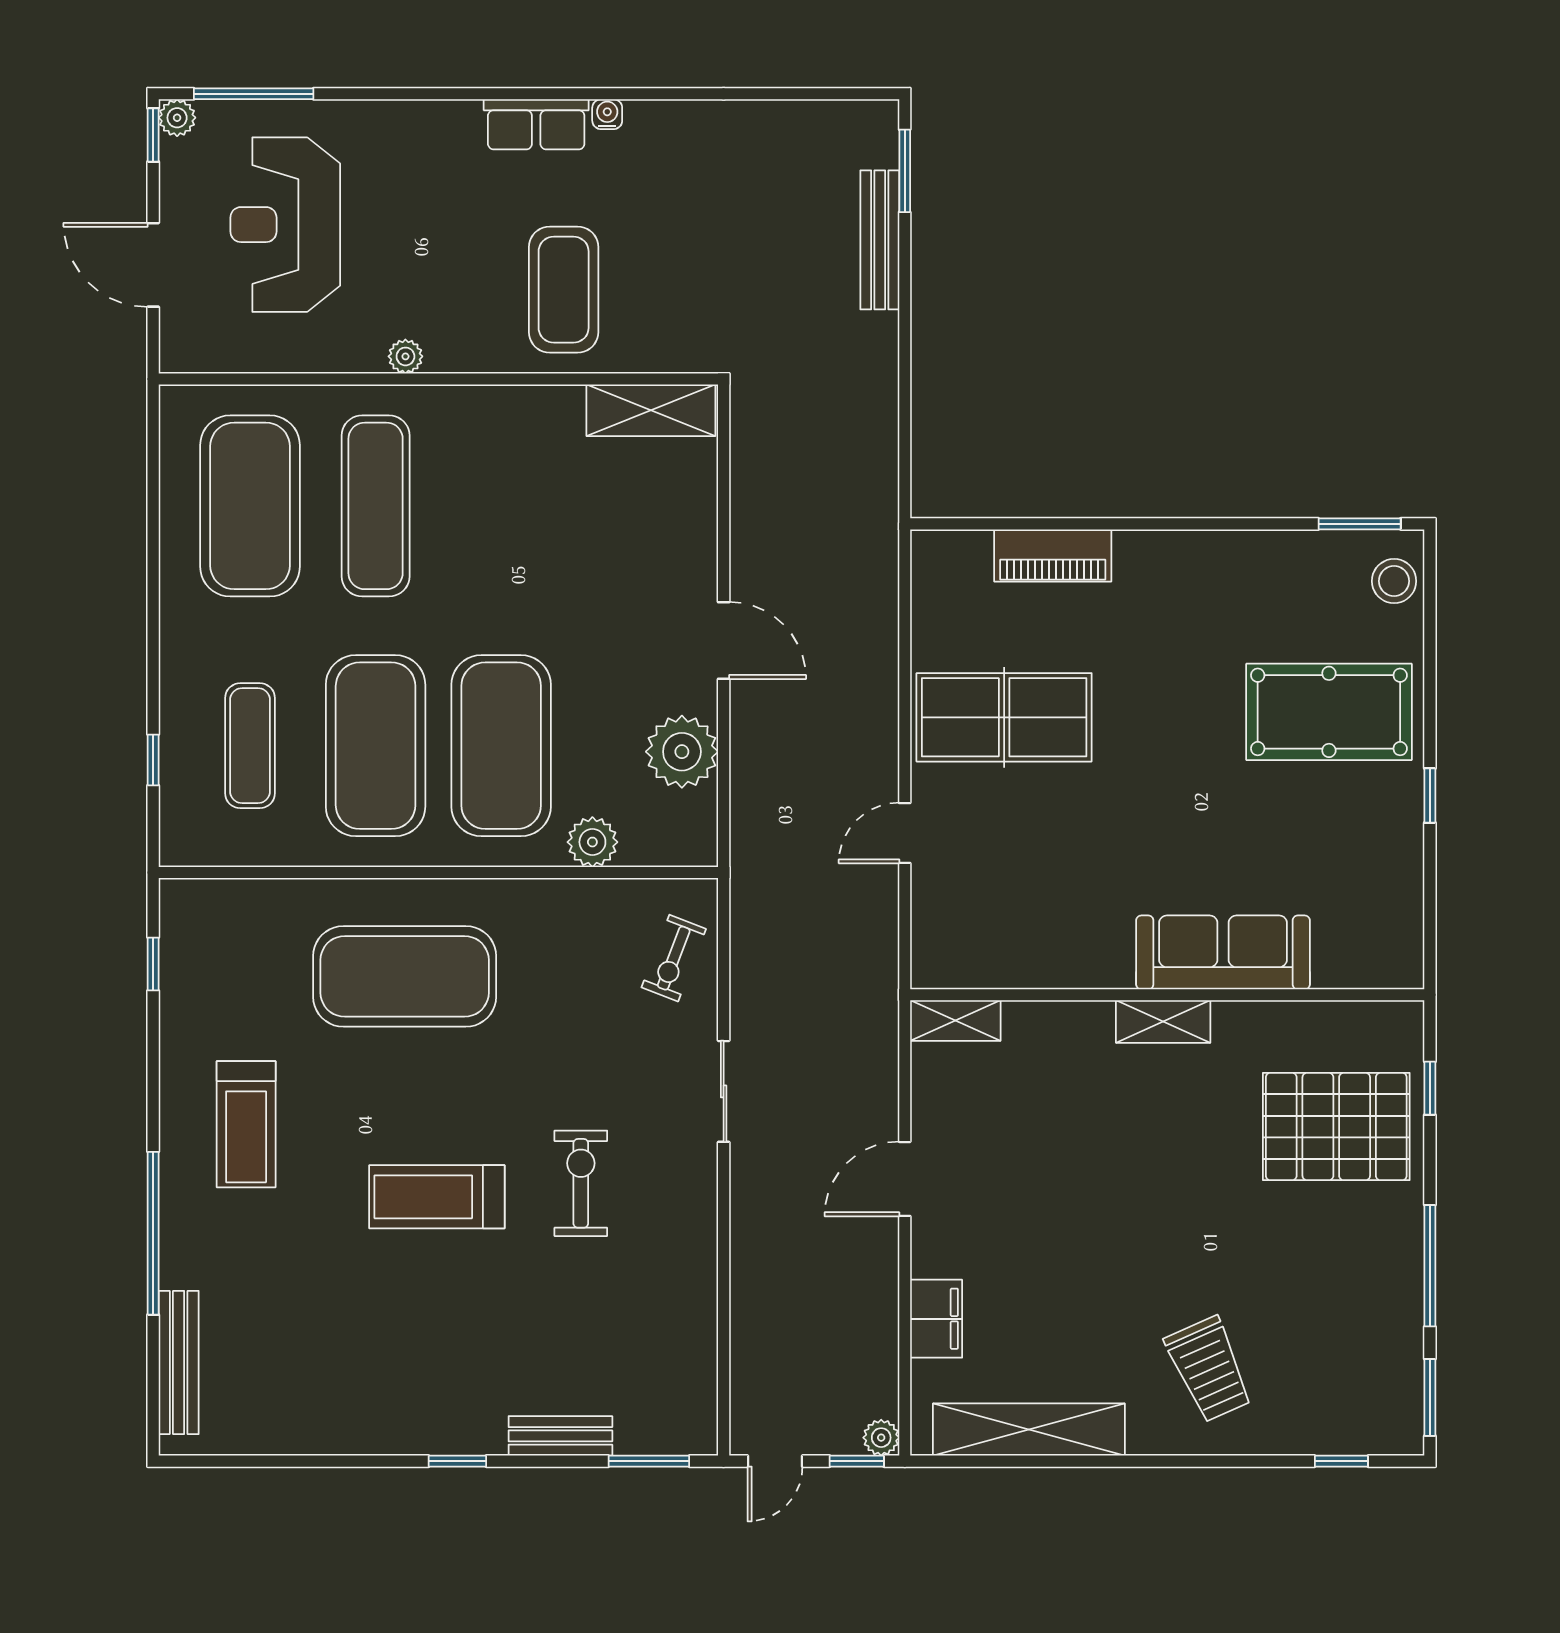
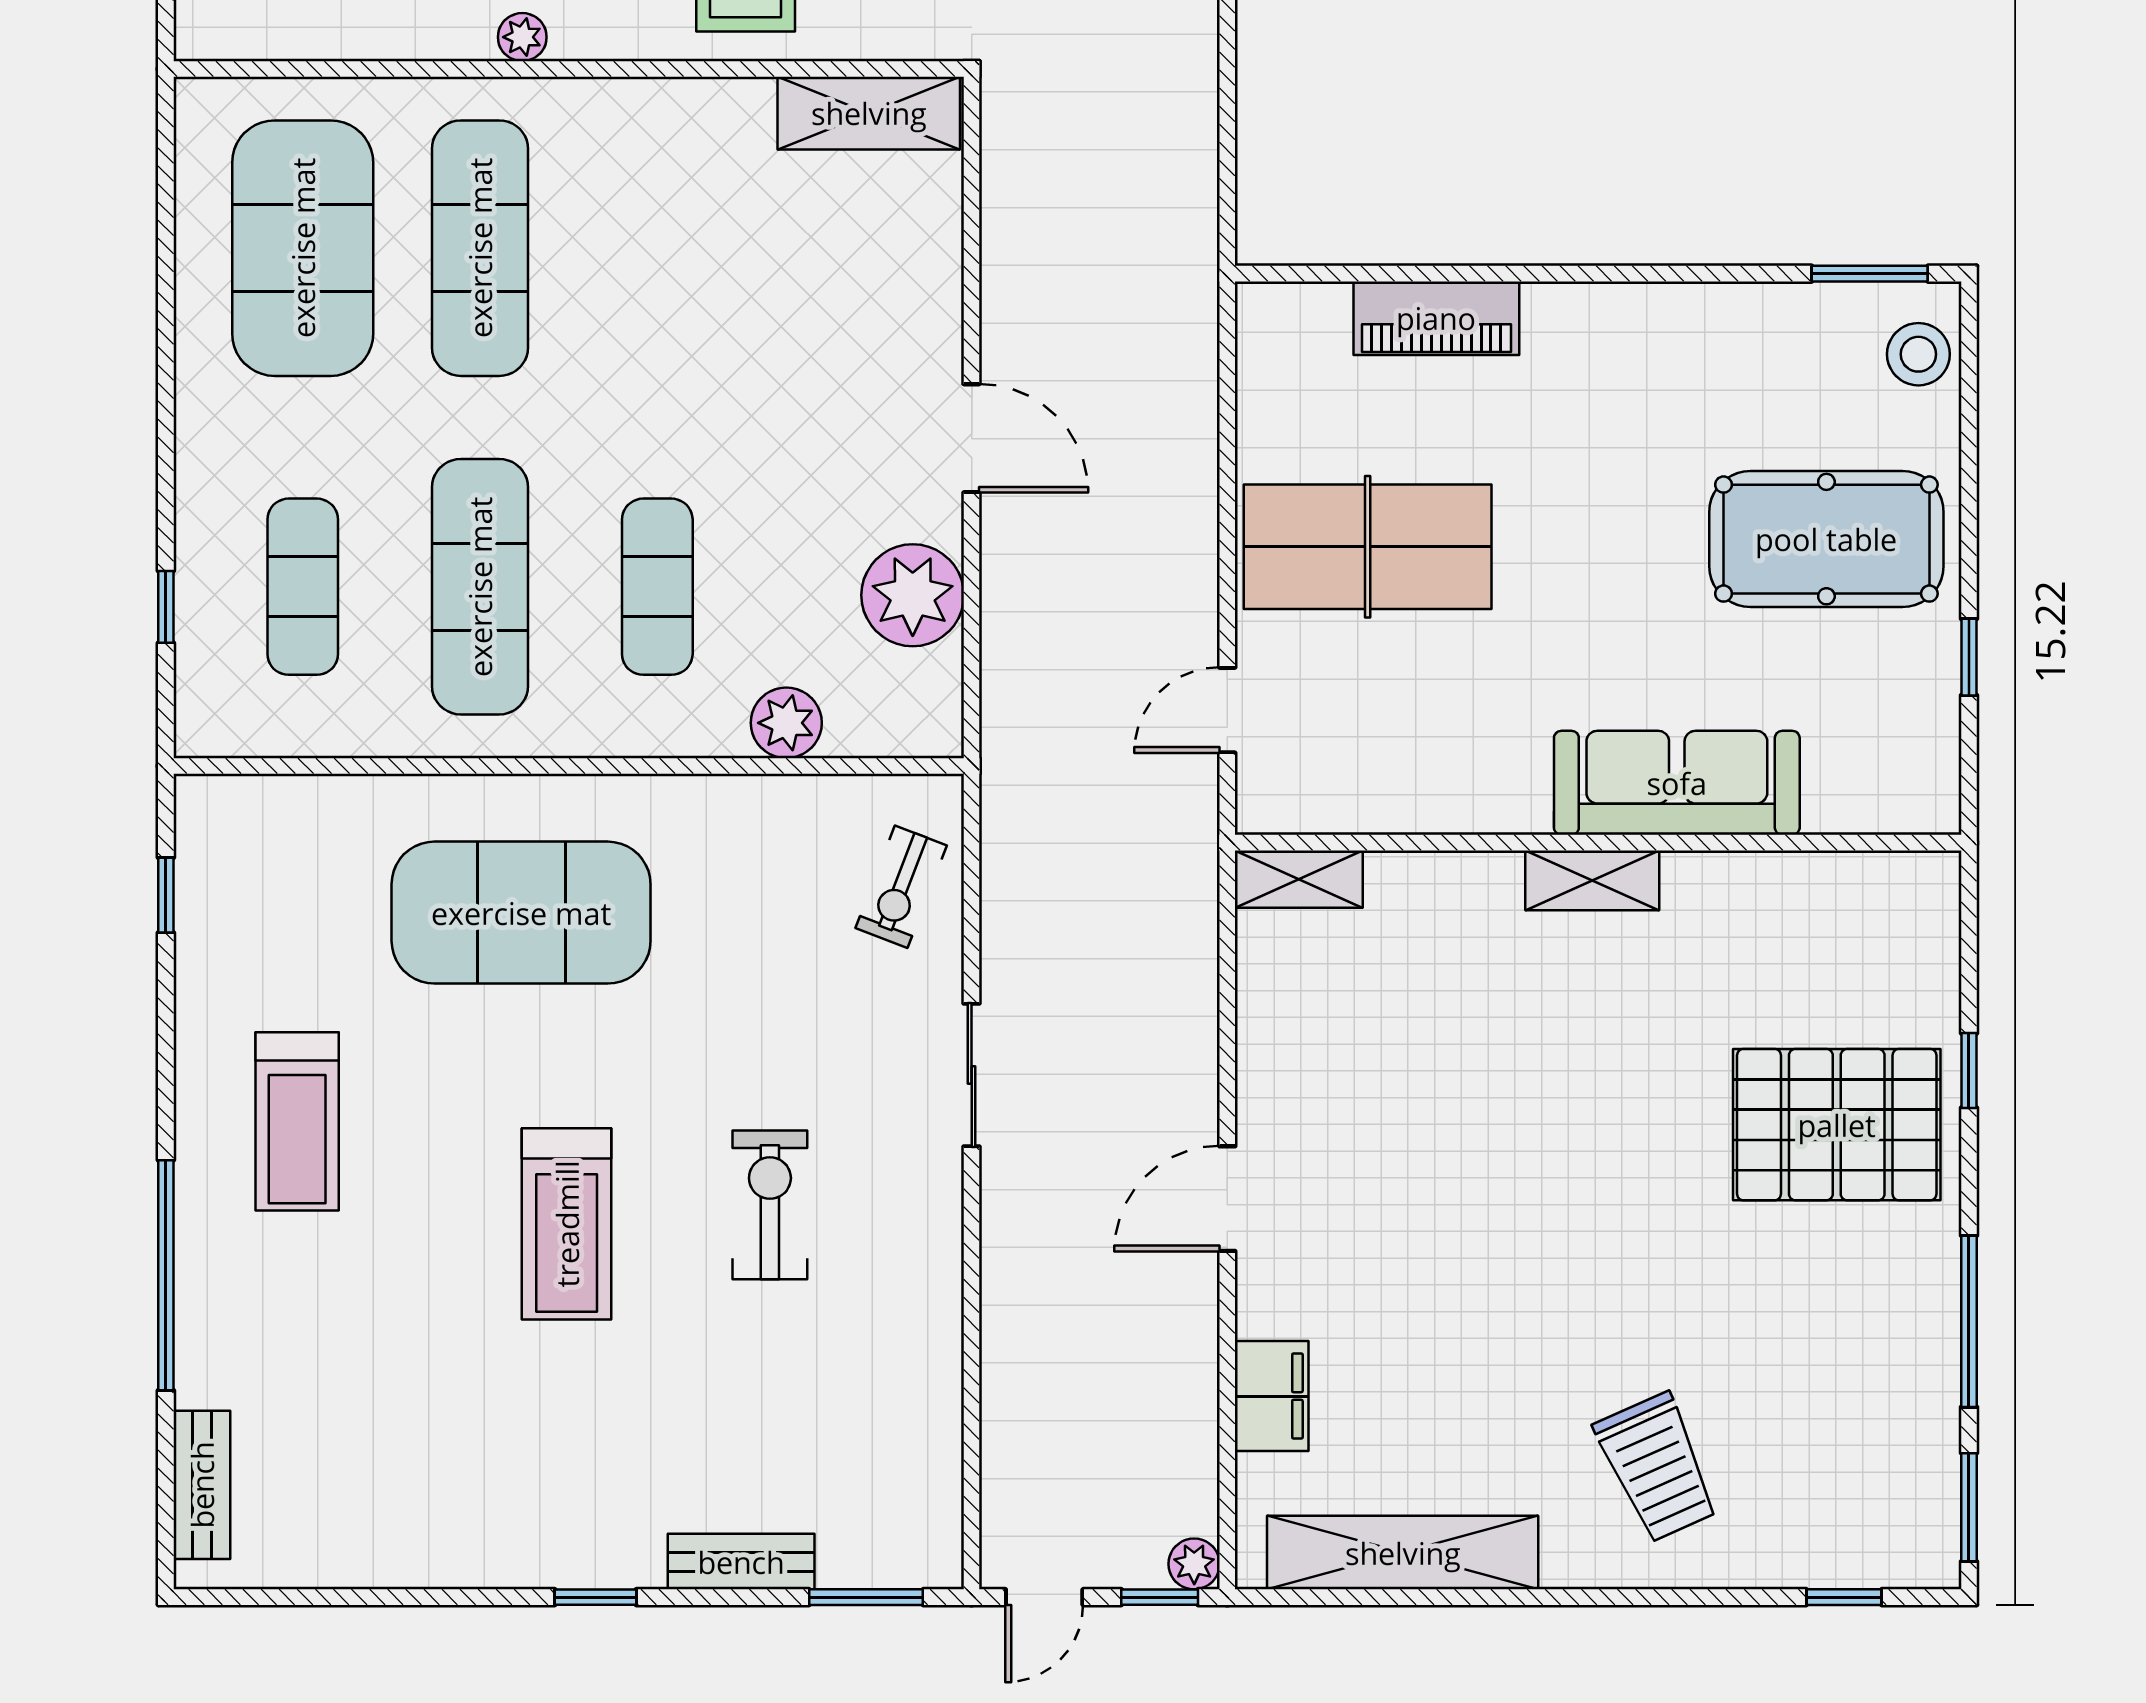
exercise mat: (376, 746) -> (480, 587), width x0.68
exercise mat: (501, 746) -> (657, 587), width x0.50, depth x0.69
sofa: (1223, 952) -> (1677, 783), moved
wall: (1167, 995) -> (1598, 843), moved
shelving: (955, 1021) -> (1299, 879), moved
shelving: (1163, 1021) -> (1592, 880), moved
treadmill: (437, 1197) -> (567, 1224), turned -90
bench: (179, 1363) -> (202, 1485), width x0.73

